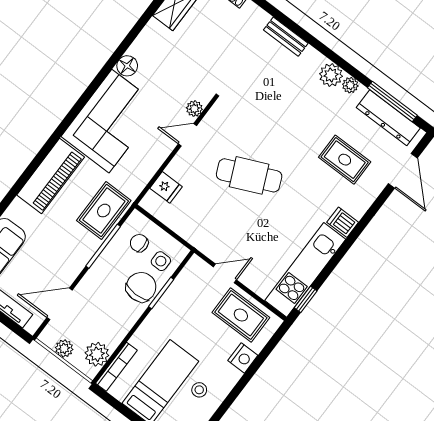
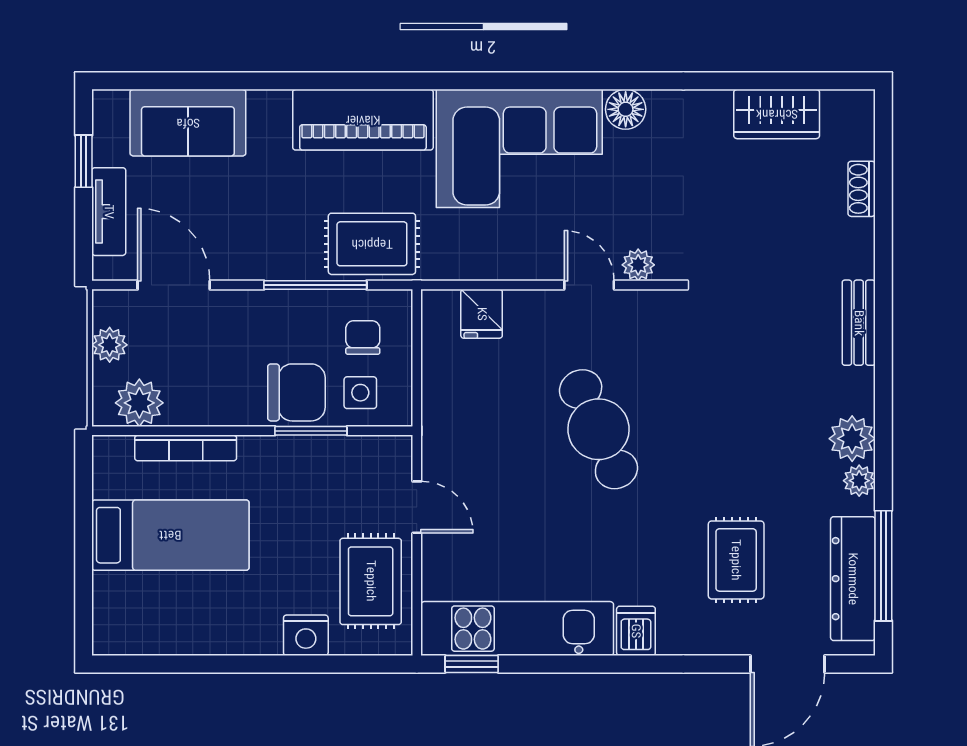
bookcase: (116, 367) -> (186, 448), moved
stool: (199, 390) -> (204, 605), removed

